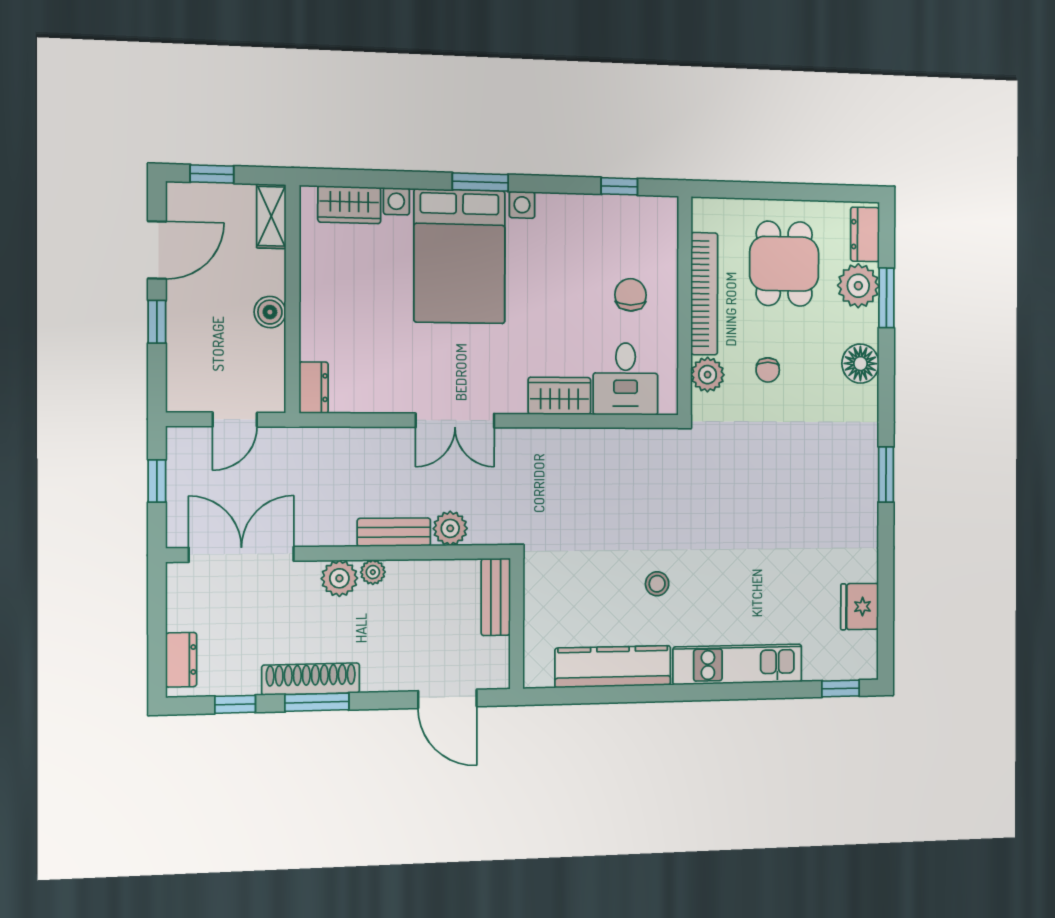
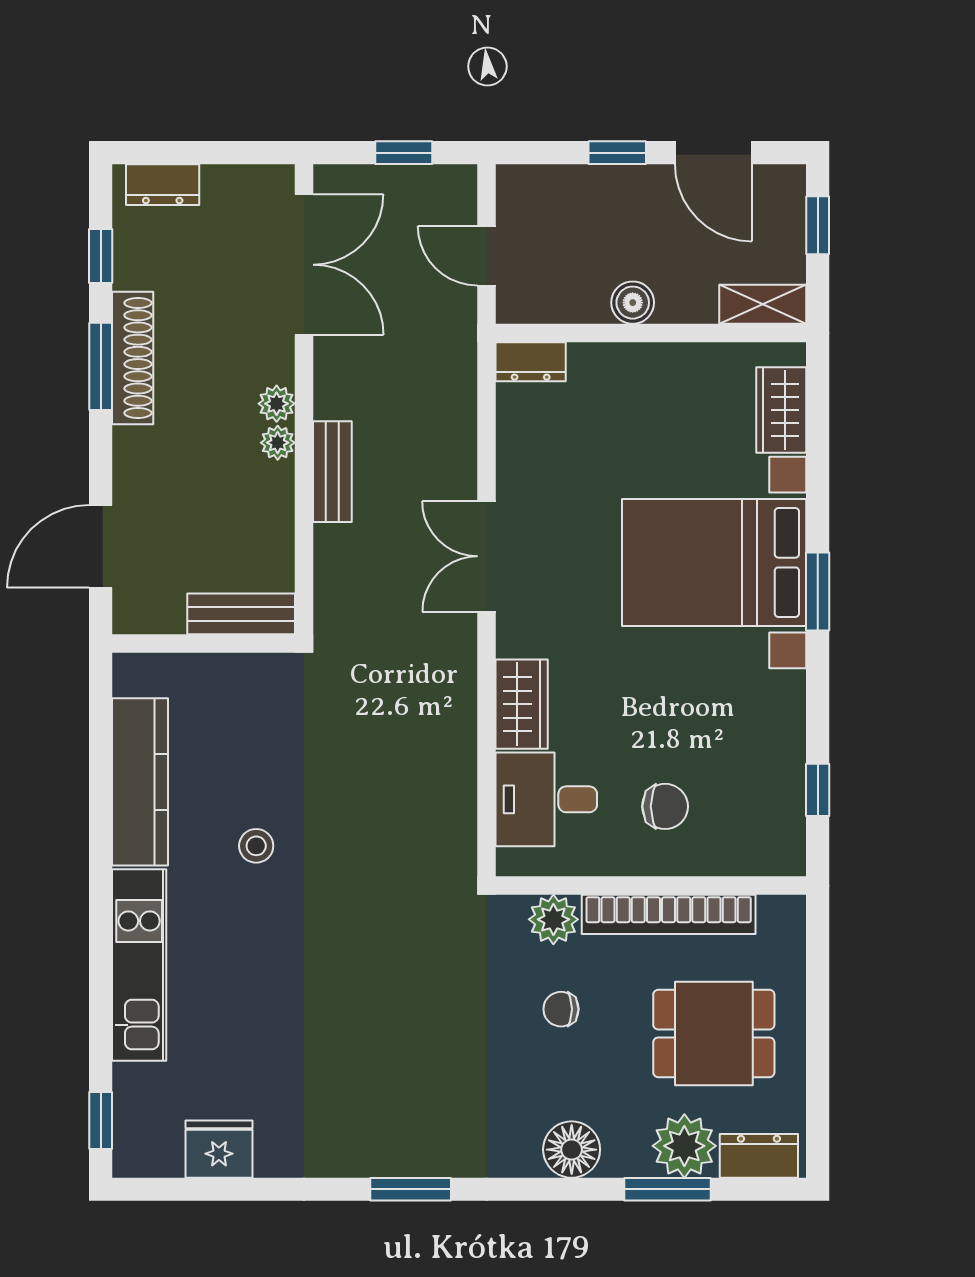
plant: (450, 528) -> (337, 550), removed
plant: (339, 578) -> (277, 404), width x0.73, depth x0.73

